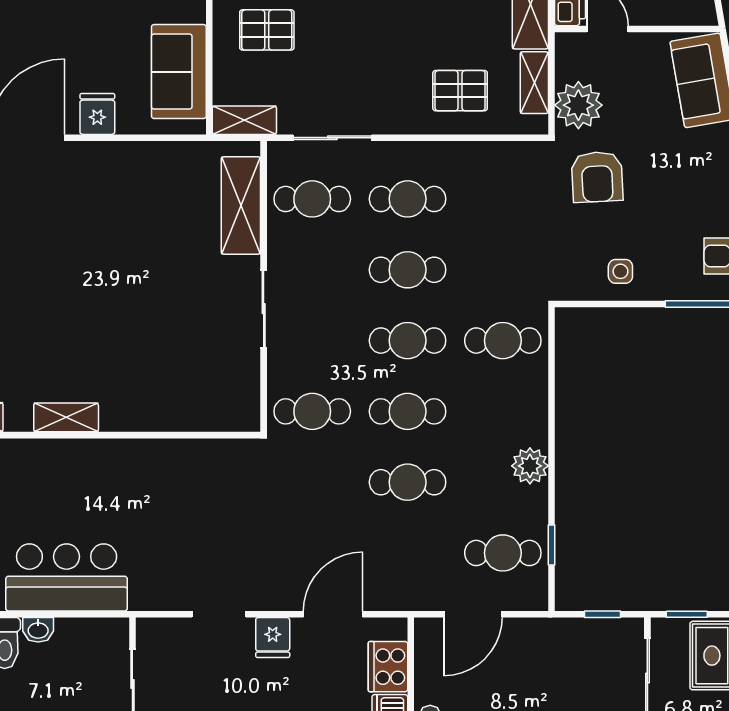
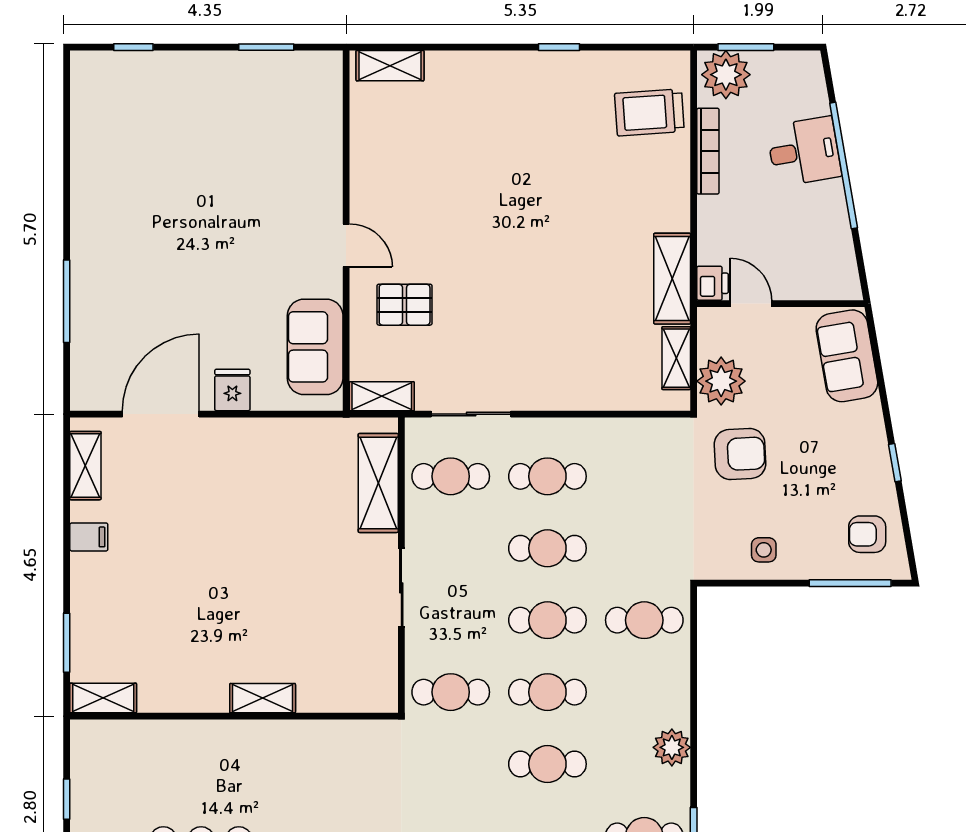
pallet: (460, 91) -> (601, 366), removed
armchair: (597, 177) -> (740, 454), turned -90
shelving: (66, 417) -> (263, 698), moved

